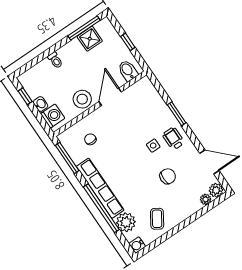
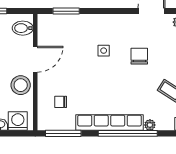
door: (110, 97) -> (35, 59), swing flipped
window: (177, 114) -> (66, 11), moved
wheelchair: (173, 139) -> (110, 29), removed
plant: (126, 222) -> (150, 125), width x0.53, depth x0.53

